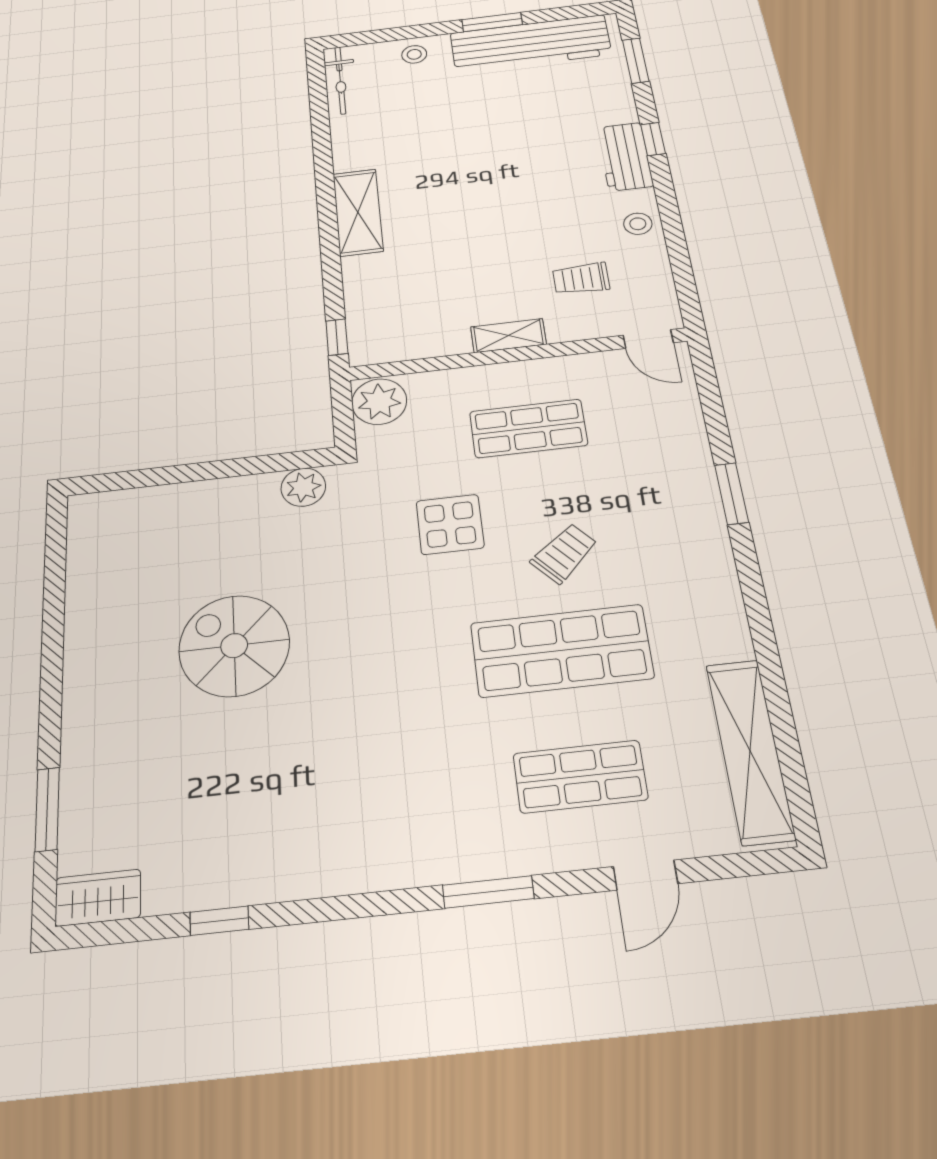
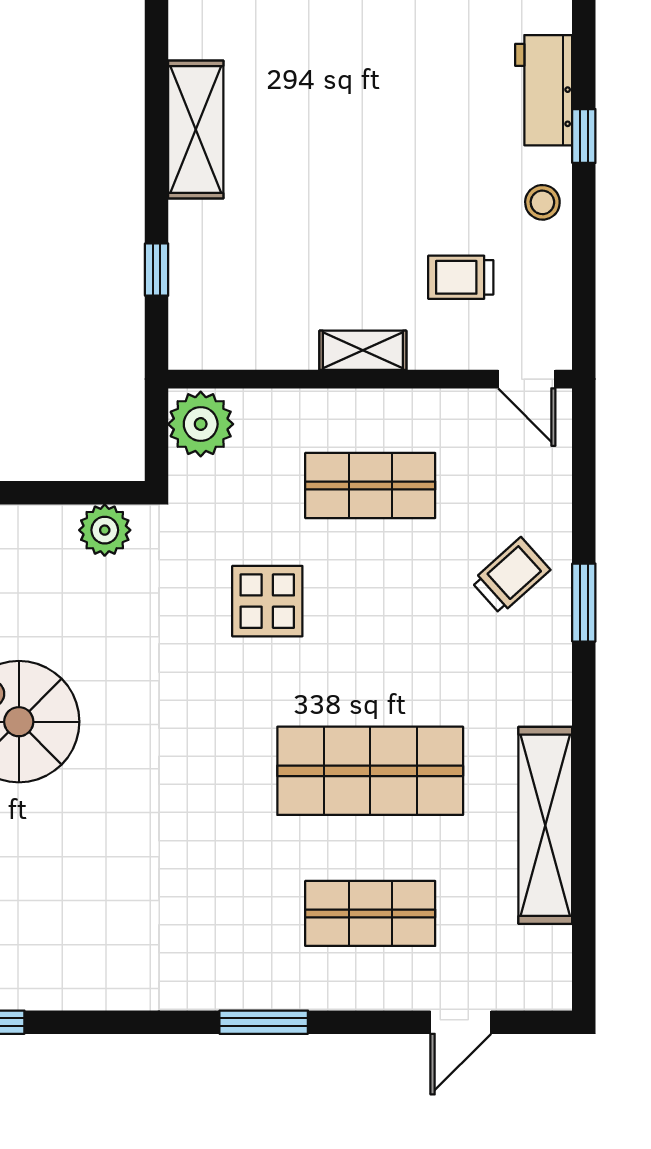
window: (653, 139) -> (584, 136), moved
window: (337, 337) -> (157, 270), moved
trolley: (564, 553) -> (511, 576), moved
shelving: (750, 751) -> (545, 825), moved
door: (645, 875) -> (461, 1022), moved

